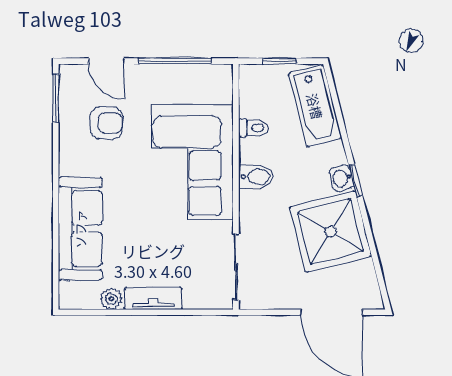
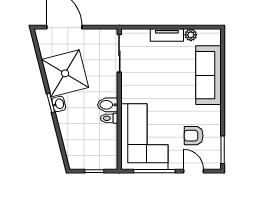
bathtub: (315, 106) -> (74, 145), removed
toilet: (254, 128) -> (109, 118), moved
corner sofa: (192, 162) -> (144, 137), moved

